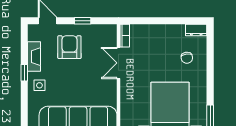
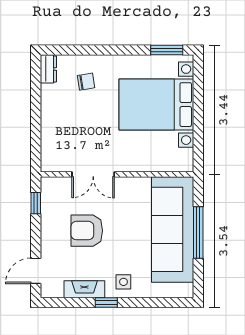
window: (83, 21) -> (36, 203), moved
bookcase: (125, 36) -> (56, 166), removed
armchair: (69, 47) -> (87, 231), moved

